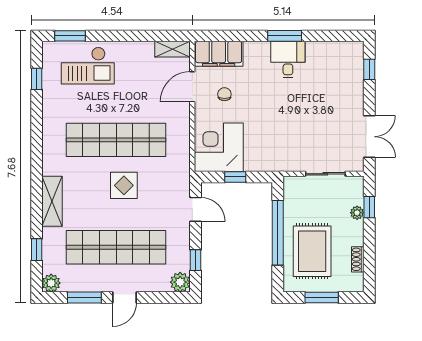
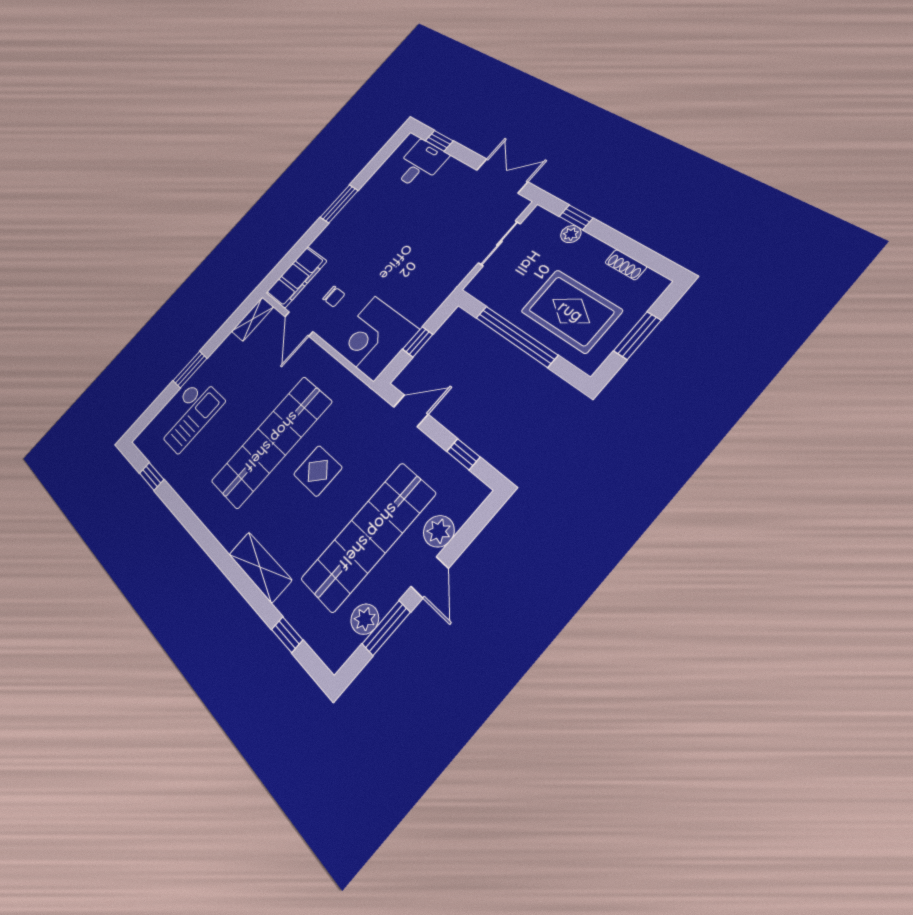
window: (70, 36) -> (190, 369), moved
desk: (288, 60) -> (420, 164), moved, turned 90
chair: (224, 94) -> (334, 297), turned 180
plant: (180, 282) -> (439, 531), moved
plant: (51, 283) -> (365, 619), moved

